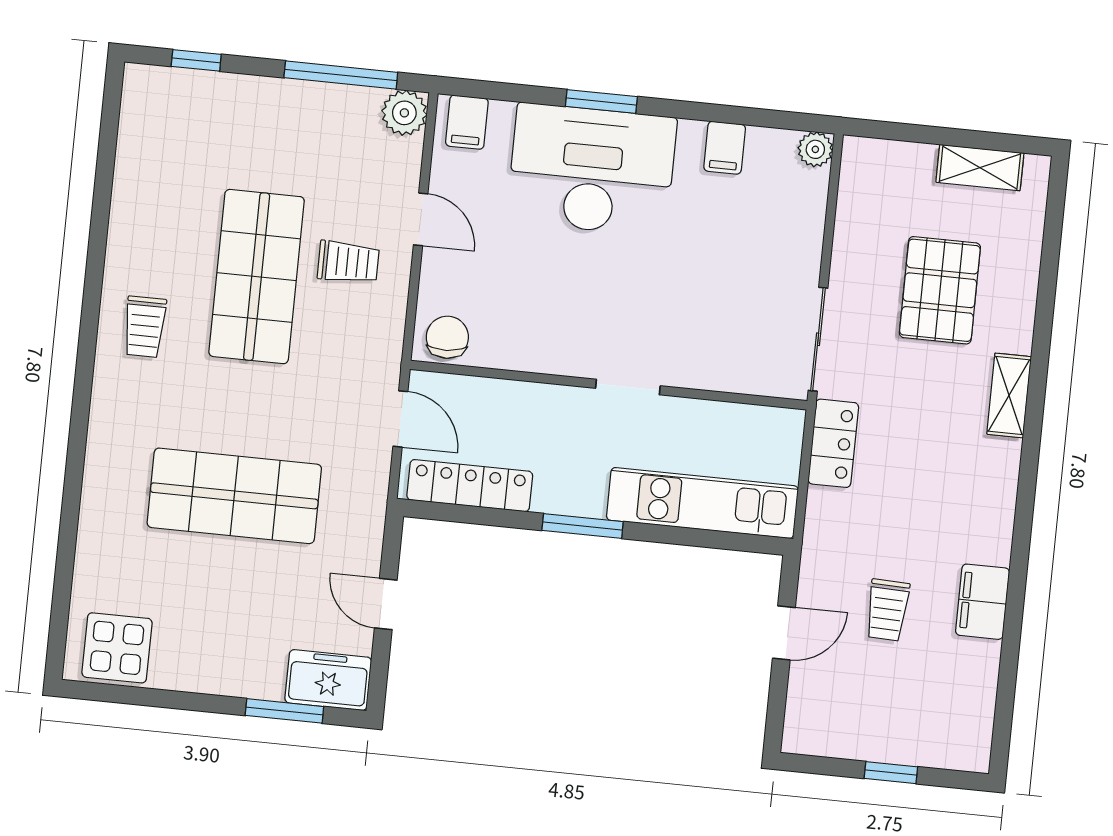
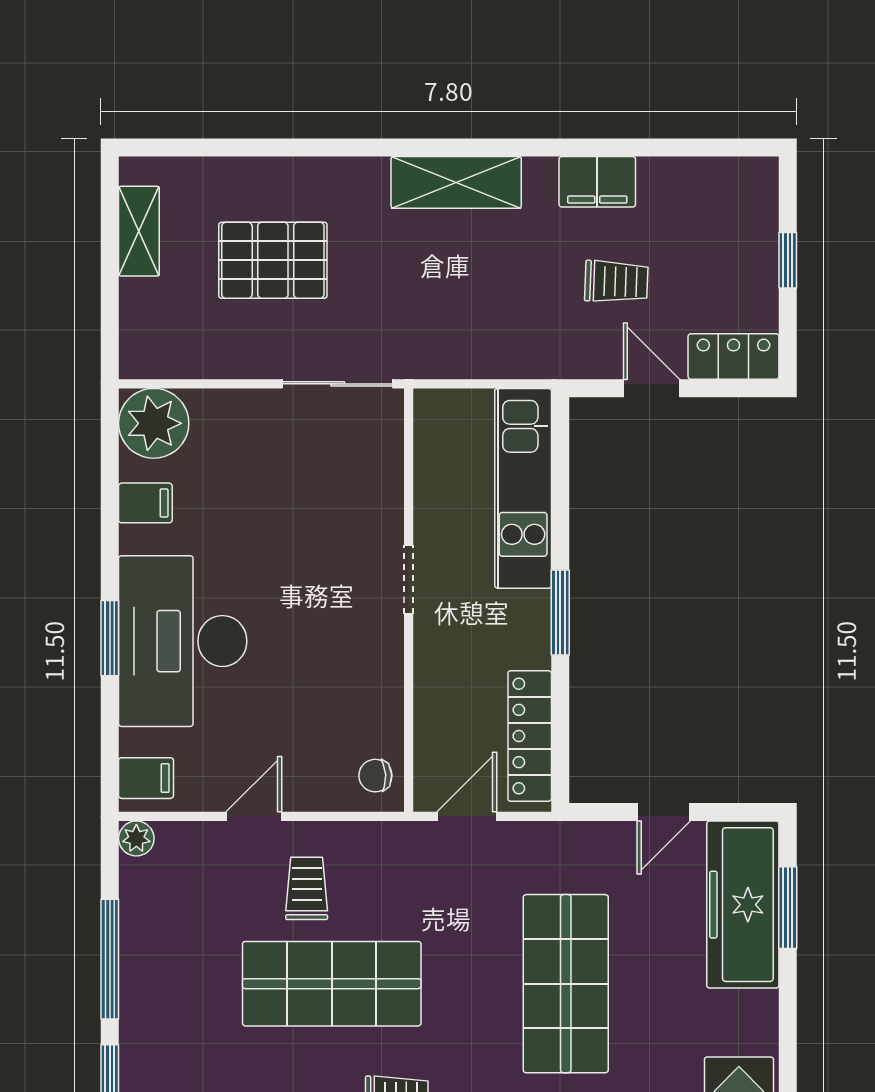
window: (341, 75) -> (110, 959), moved
plant: (404, 113) -> (136, 838), width x0.73, depth x0.73
plant: (815, 149) -> (154, 423), width x1.87, depth x1.87
chair: (447, 337) -> (375, 776), width x0.73, depth x0.73
shelving: (1009, 395) -> (456, 182), moved, width x1.50, depth x1.33
locker: (833, 443) -> (733, 356), moved
freezer: (328, 680) -> (743, 905), width x1.91, depth x1.26

